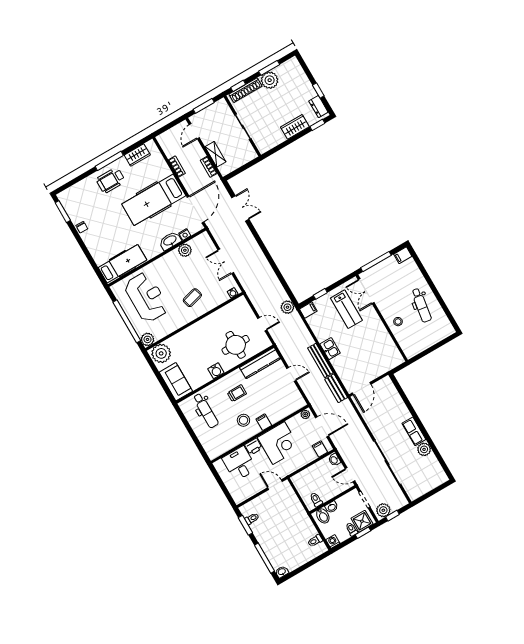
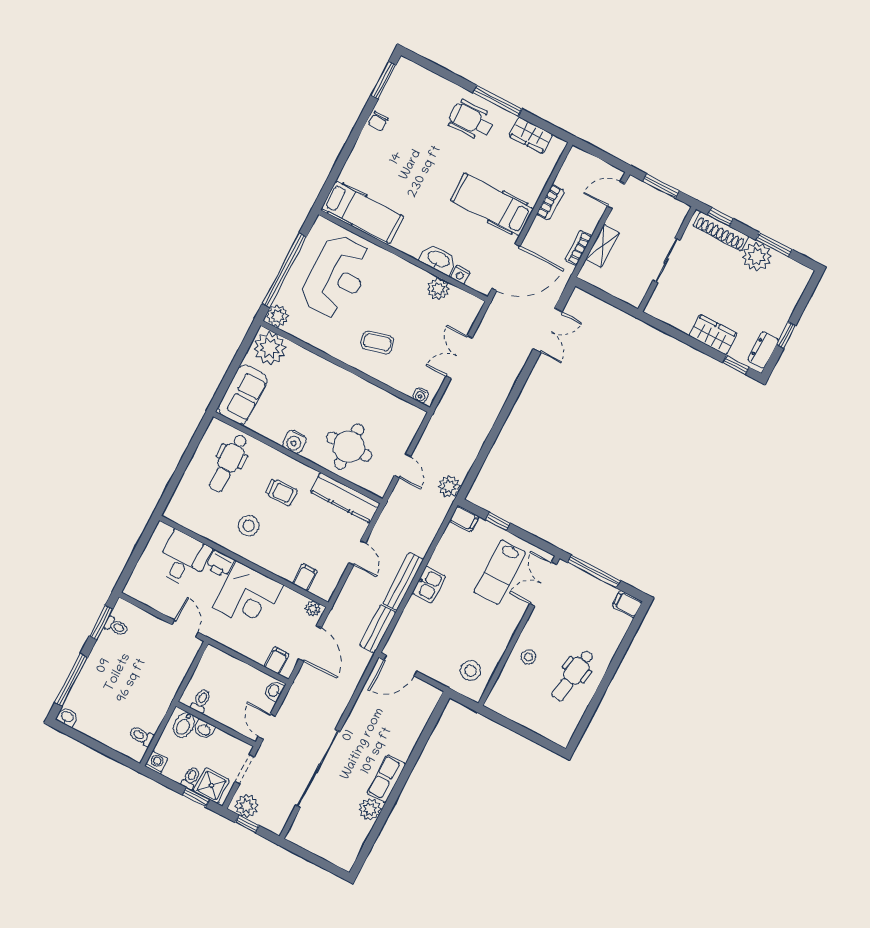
hospital bed: (154, 200) -> (492, 204), width x0.73, depth x0.78
stool: (386, 355) -> (470, 671), added
filing cabinet: (264, 422) -> (305, 577), moved

